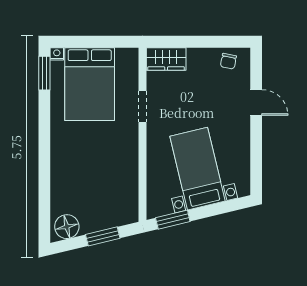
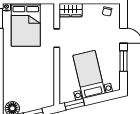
window: (256, 146) -> (123, 61), added

